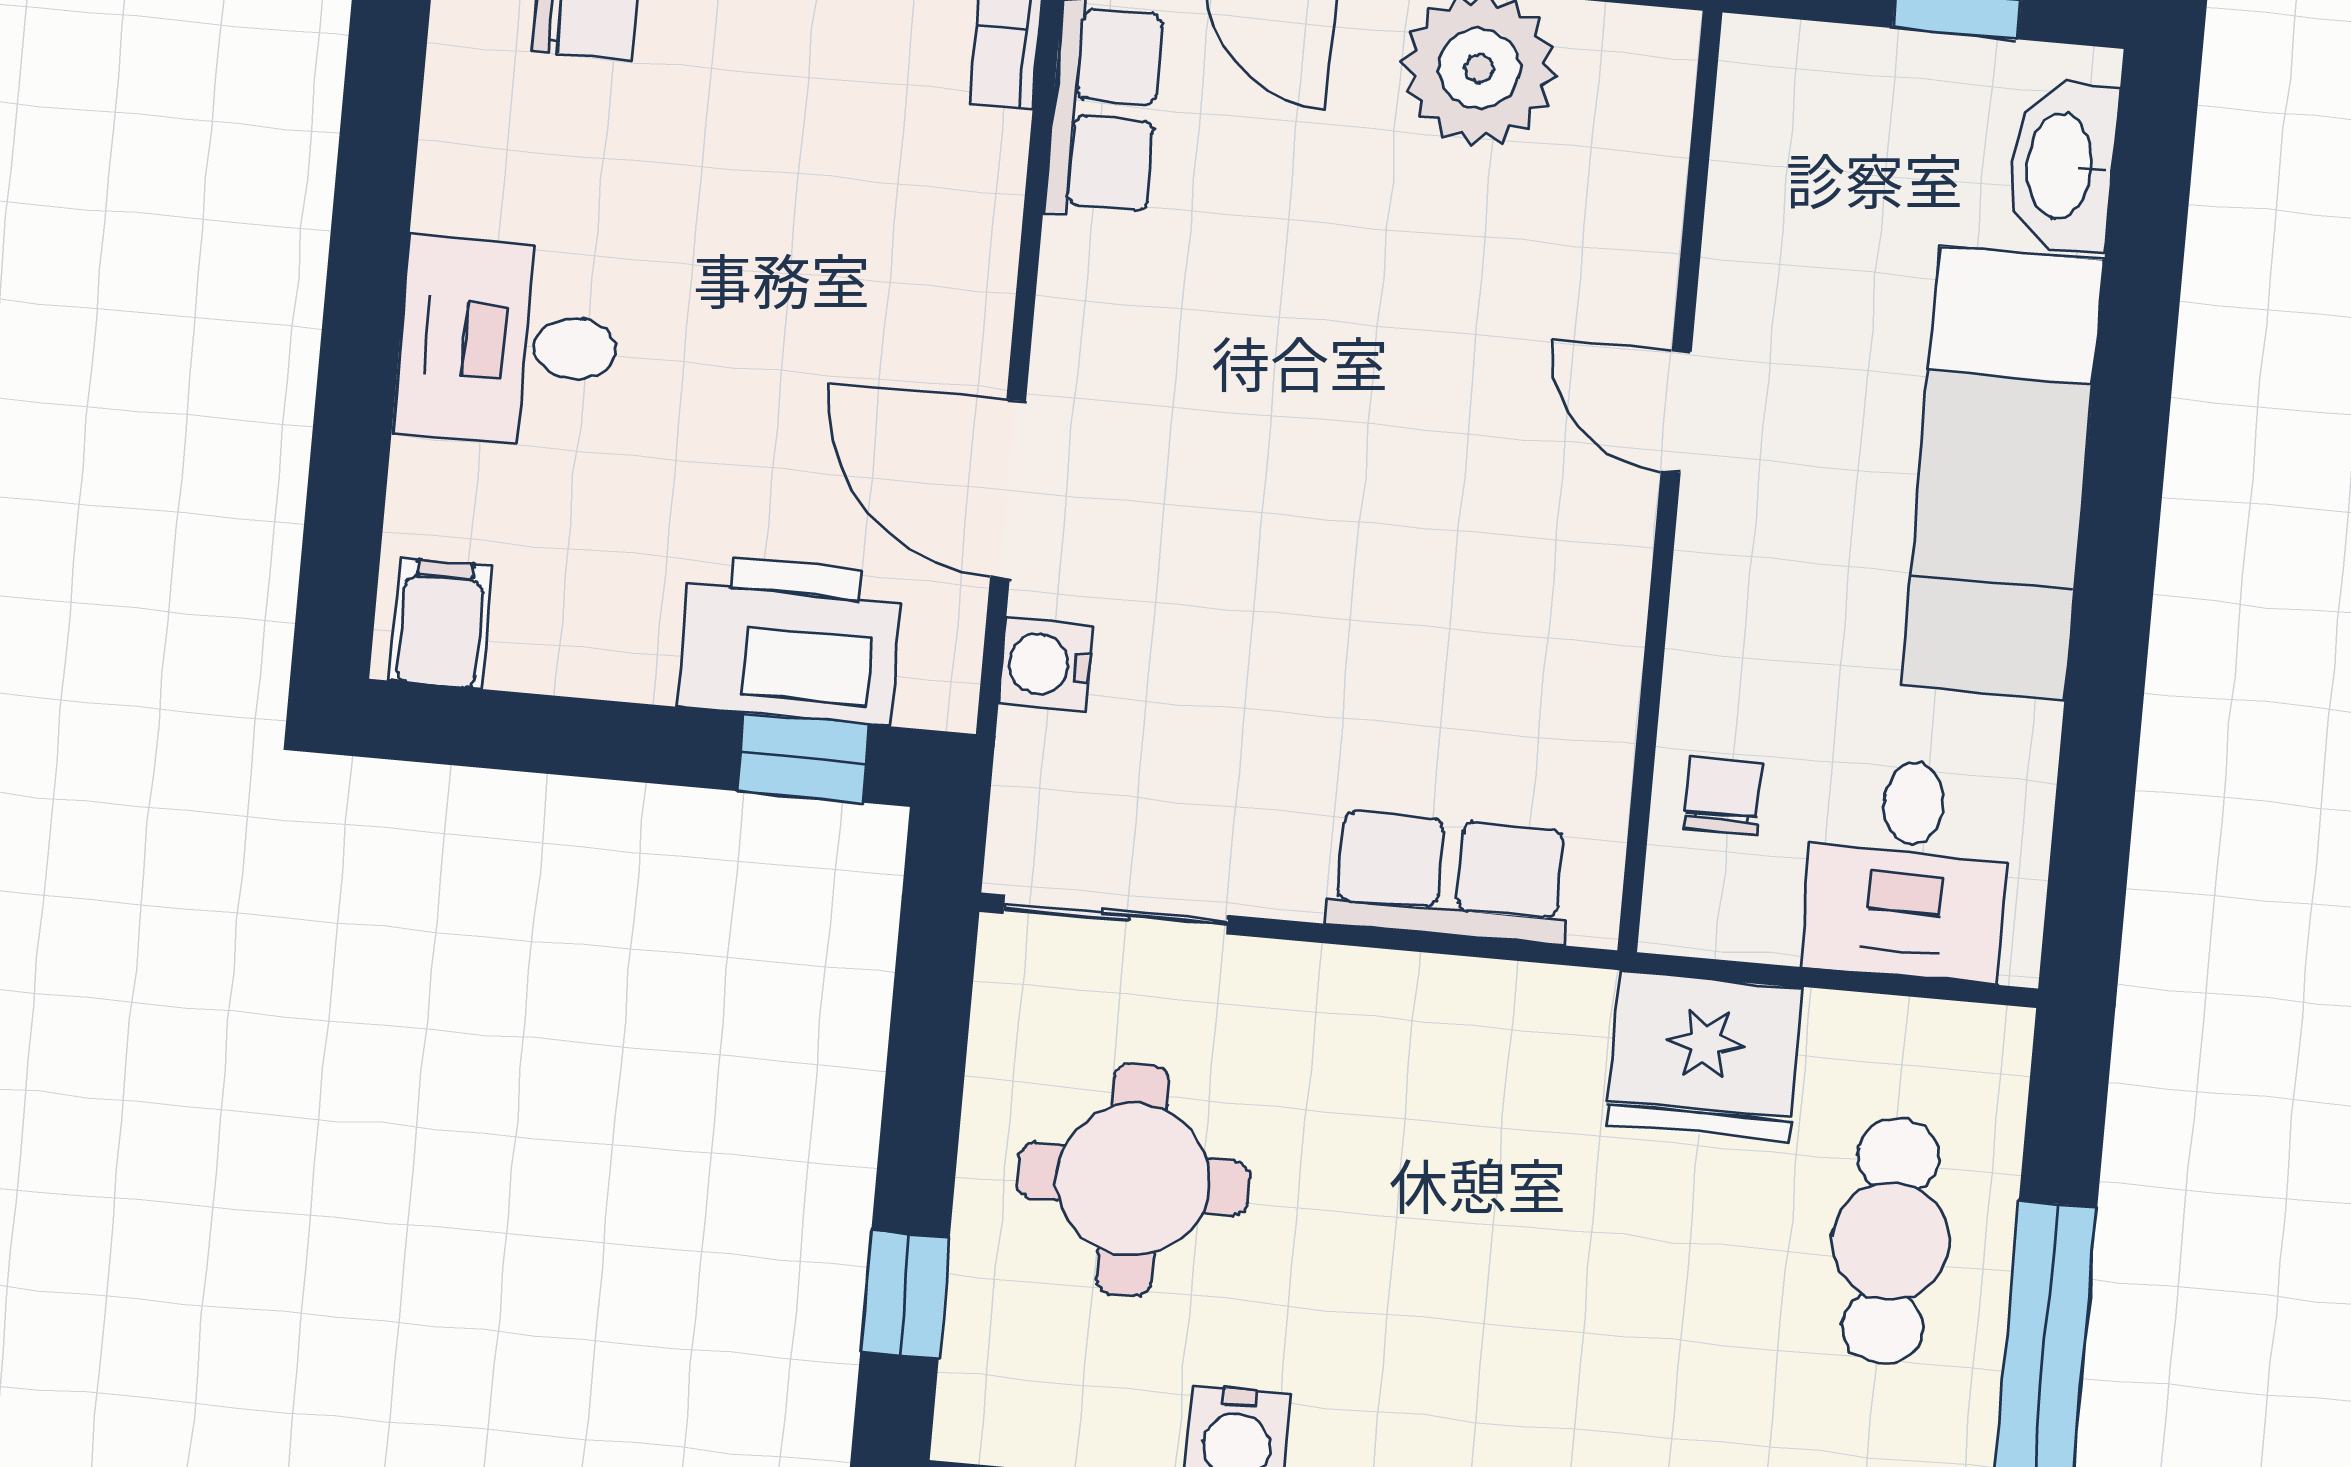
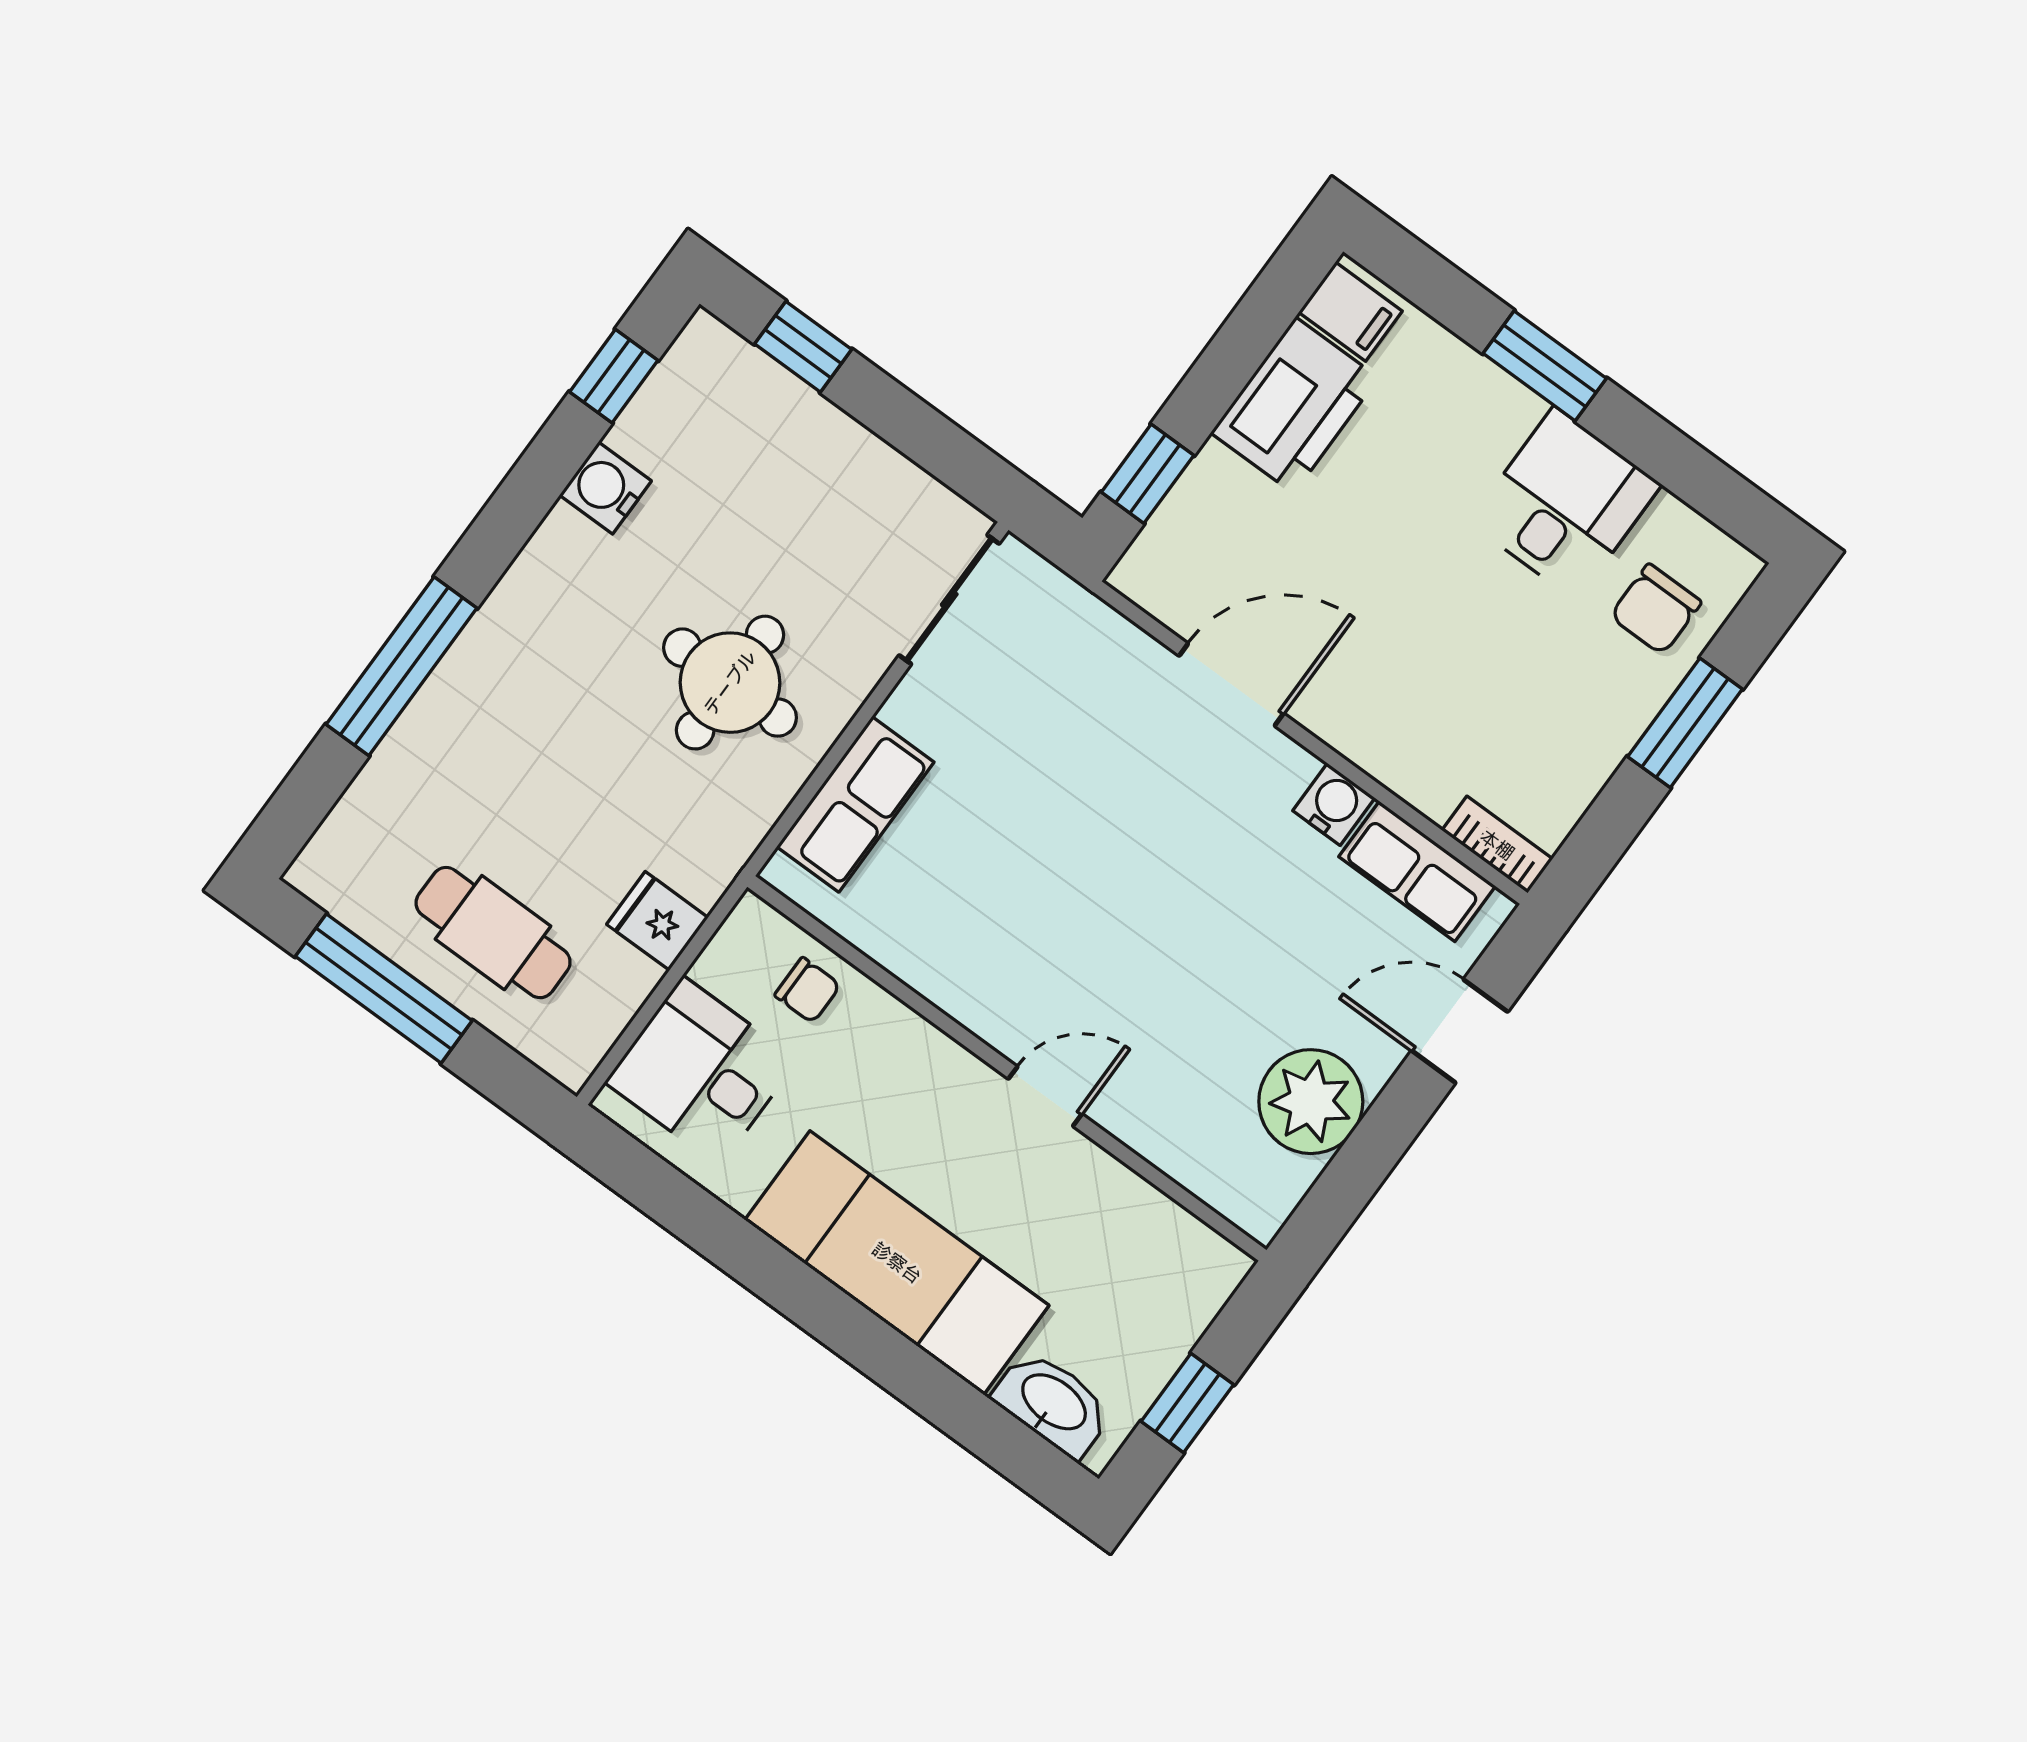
window: (361, 334) -> (1545, 366), added
desk: (508, 343) -> (1565, 503), moved
printer: (790, 640) -> (1295, 405), moved
water cooler: (1046, 665) -> (1334, 804), moved
fridge: (1705, 1056) -> (657, 921), width x0.53, depth x0.75
round table: (1133, 1180) -> (730, 683), moved

